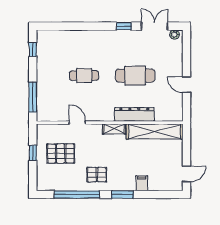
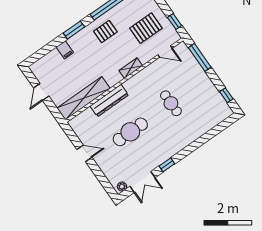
cafe table: (84, 76) -> (171, 103), turned 90
door: (77, 123) -> (165, 52), moved
shelving: (114, 129) -> (131, 68), moved
window: (33, 153) -> (175, 22), moved
door: (186, 174) -> (41, 92), moved

